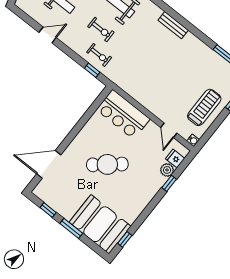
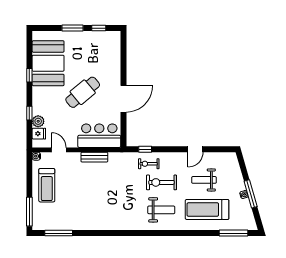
bench: (173, 25) -> (94, 157), moved
exercise bike: (101, 29) -> (161, 182), width x1.38, depth x1.39
door: (49, 164) -> (123, 99), moved
booth: (100, 224) -> (48, 63), moved, turned 90
window: (125, 239) -> (29, 75), moved

